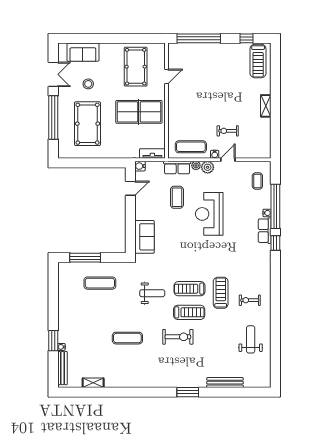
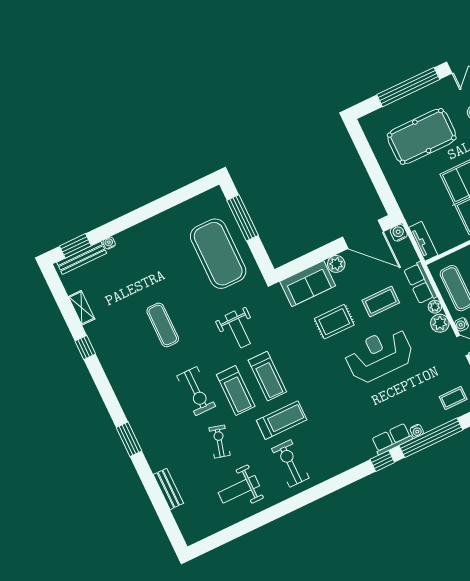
door: (130, 188) -> (363, 234), width x1.87
plant: (141, 214) -> (336, 264), added
rug: (176, 232) -> (334, 322), added
exercise mat: (100, 283) -> (218, 254), width x2.00, depth x1.45
treadmill: (189, 289) -> (267, 376), turned 180
exercise bike: (250, 300) -> (290, 463), width x1.38, depth x1.39
exercise bike: (216, 337) -> (220, 442), added
weight bench: (251, 339) -> (239, 489), turned 180
window: (53, 341) -> (75, 246), moved
bench: (225, 383) -> (168, 489), width x0.73
window: (119, 392) -> (85, 348), added

